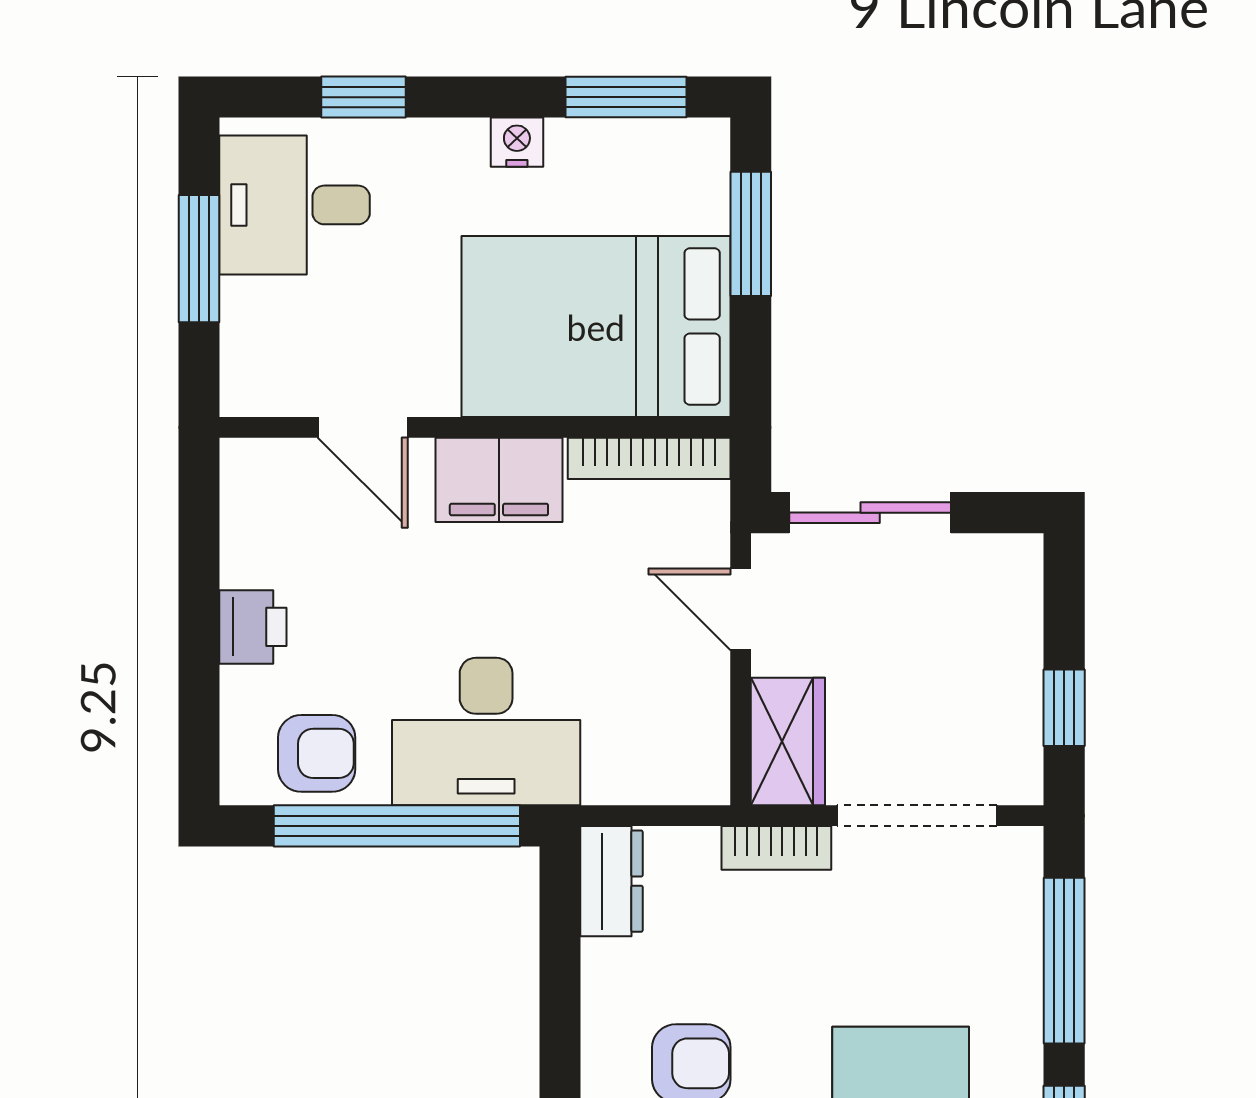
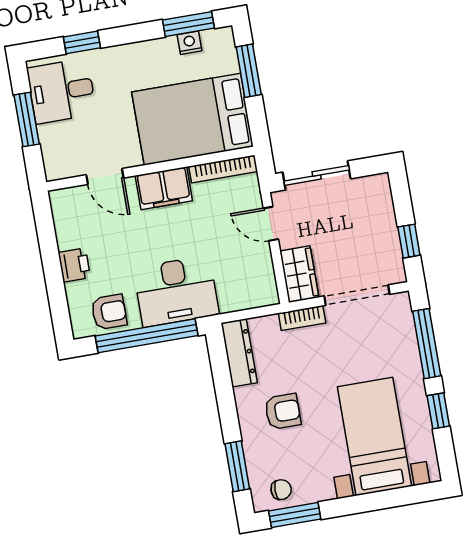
nightstand: (517, 142) -> (189, 43), moved
dresser: (611, 881) -> (239, 353), width x1.44

